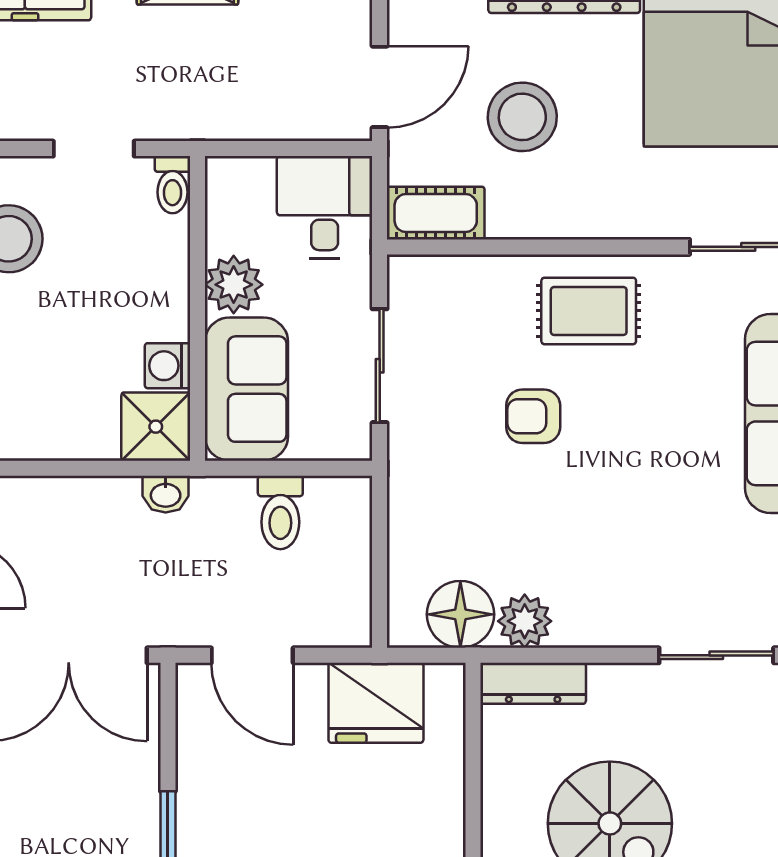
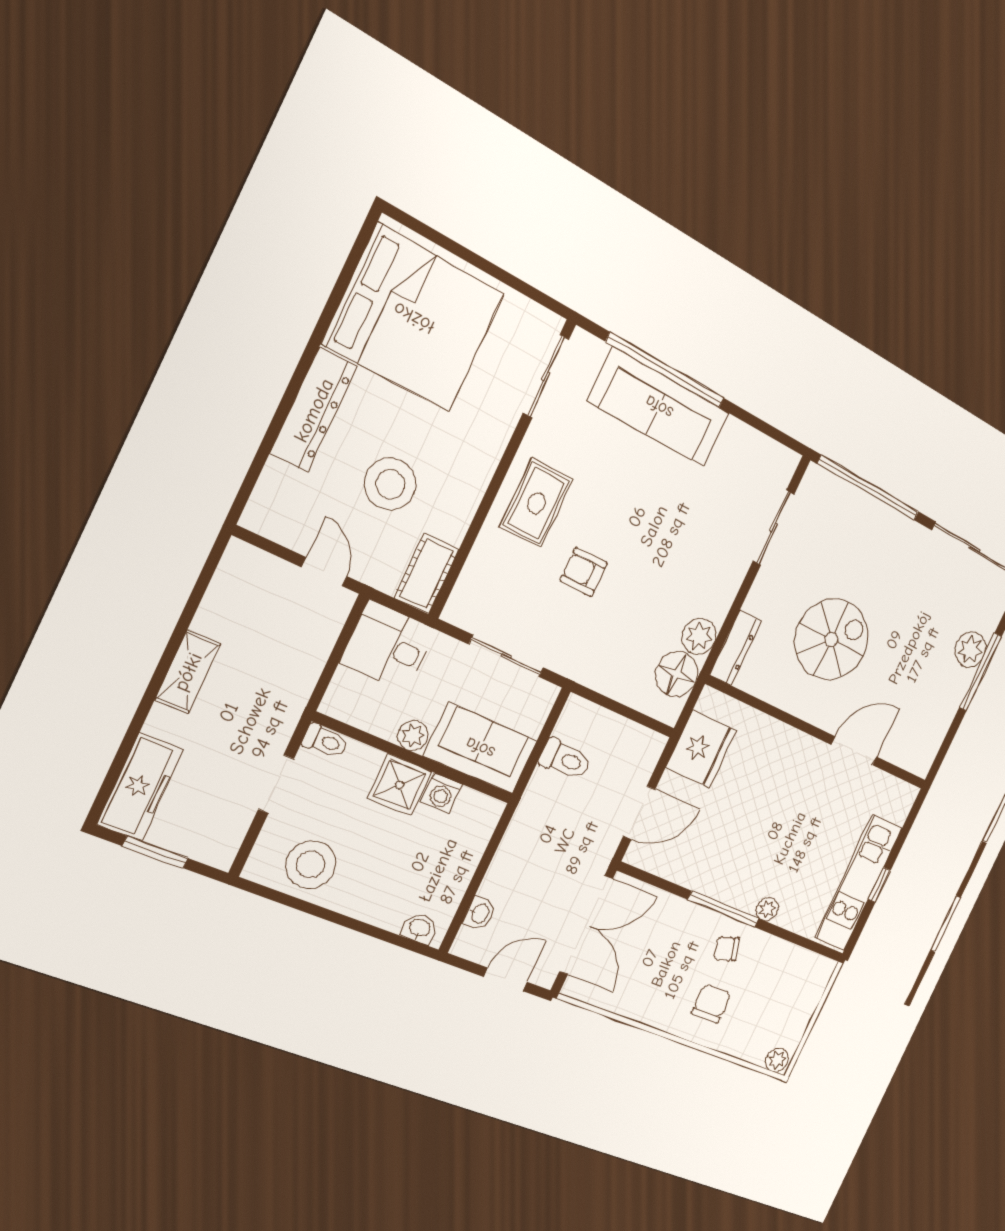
door: (380, 87) -> (324, 572), width x0.73
plant: (234, 285) -> (413, 736), width x0.73, depth x0.73
armchair: (533, 416) -> (584, 572), turned 90
shower: (156, 427) -> (399, 785), moved
washbasin: (166, 494) -> (480, 913), moved

